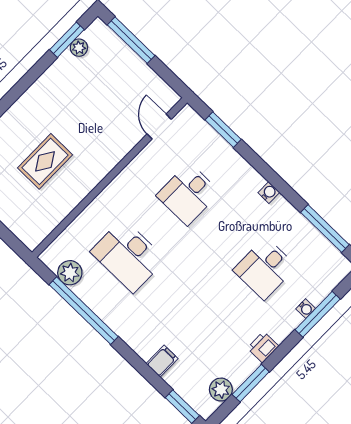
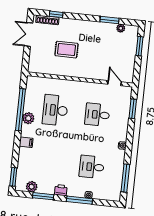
window: (67, 40) -> (110, 20), moved
window: (131, 40) -> (139, 46), width x0.69
door: (159, 127) -> (115, 83), hinge flipped
plant: (70, 273) -> (28, 118), moved
window: (318, 314) -> (79, 200), moved
filing cabinet: (162, 361) -> (26, 142), moved

